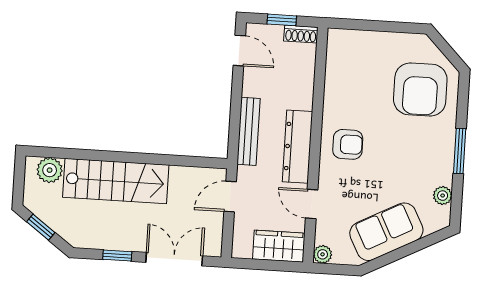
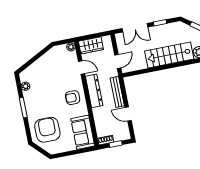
door: (239, 51) -> (128, 114), moved
sofa: (386, 232) -> (83, 132), moved, turned 117

